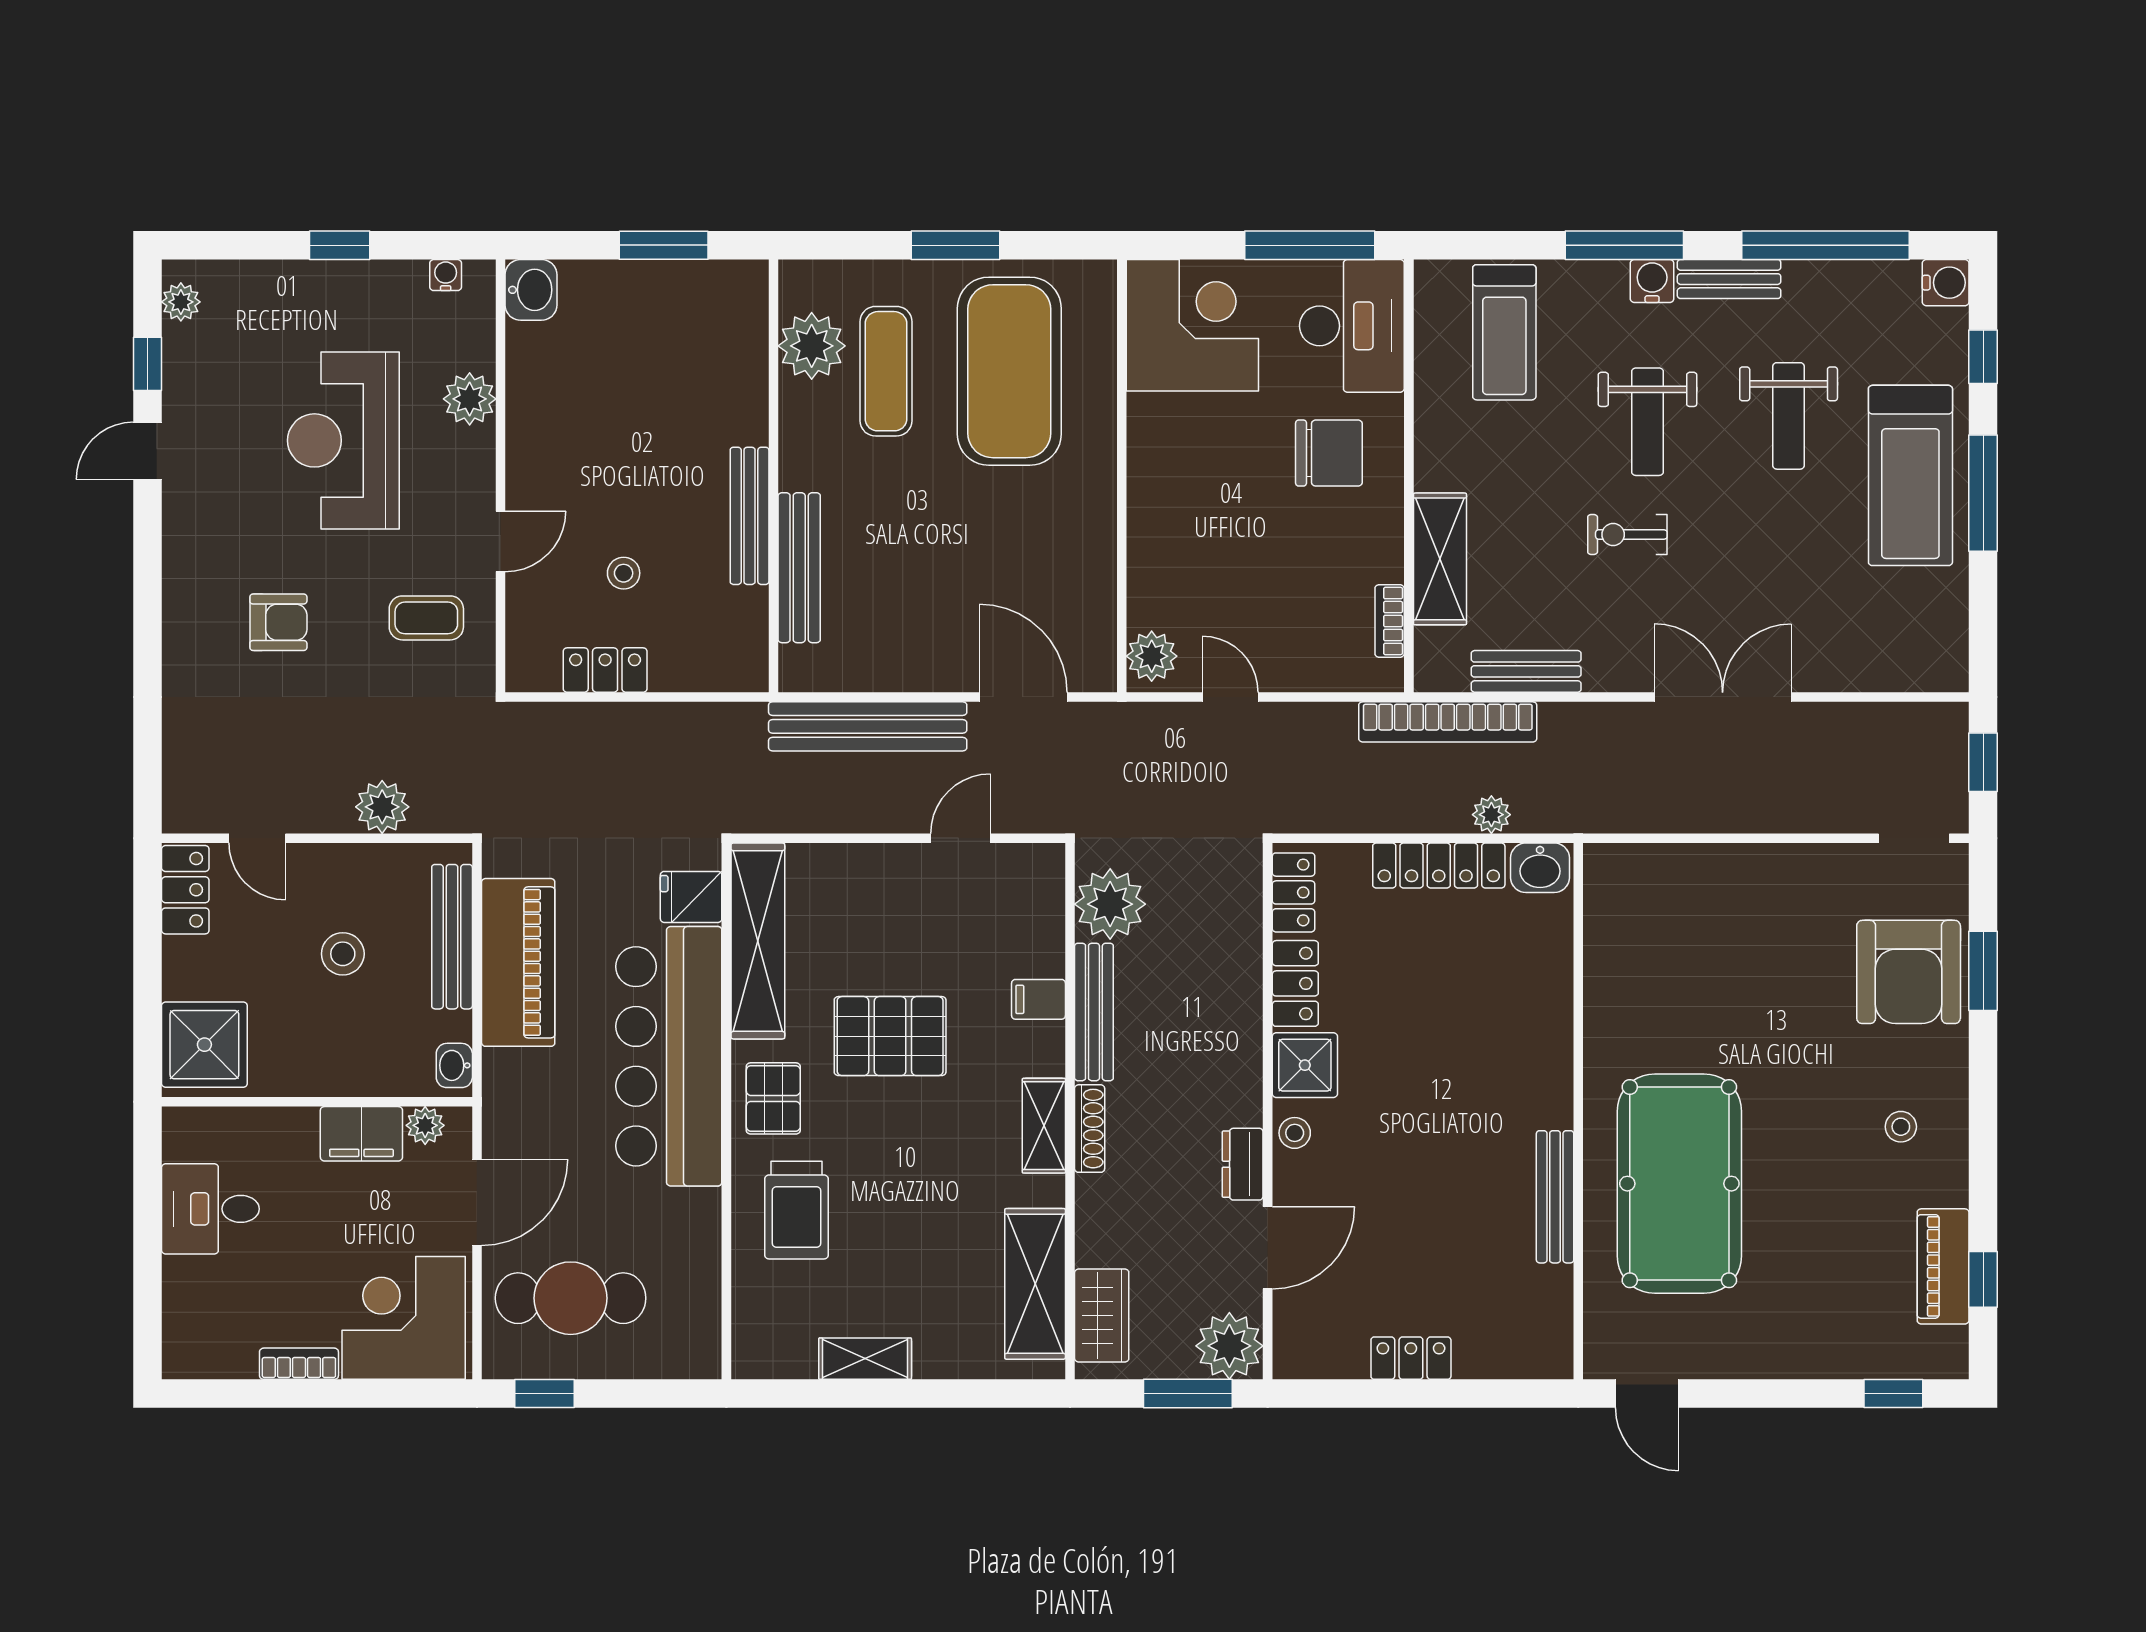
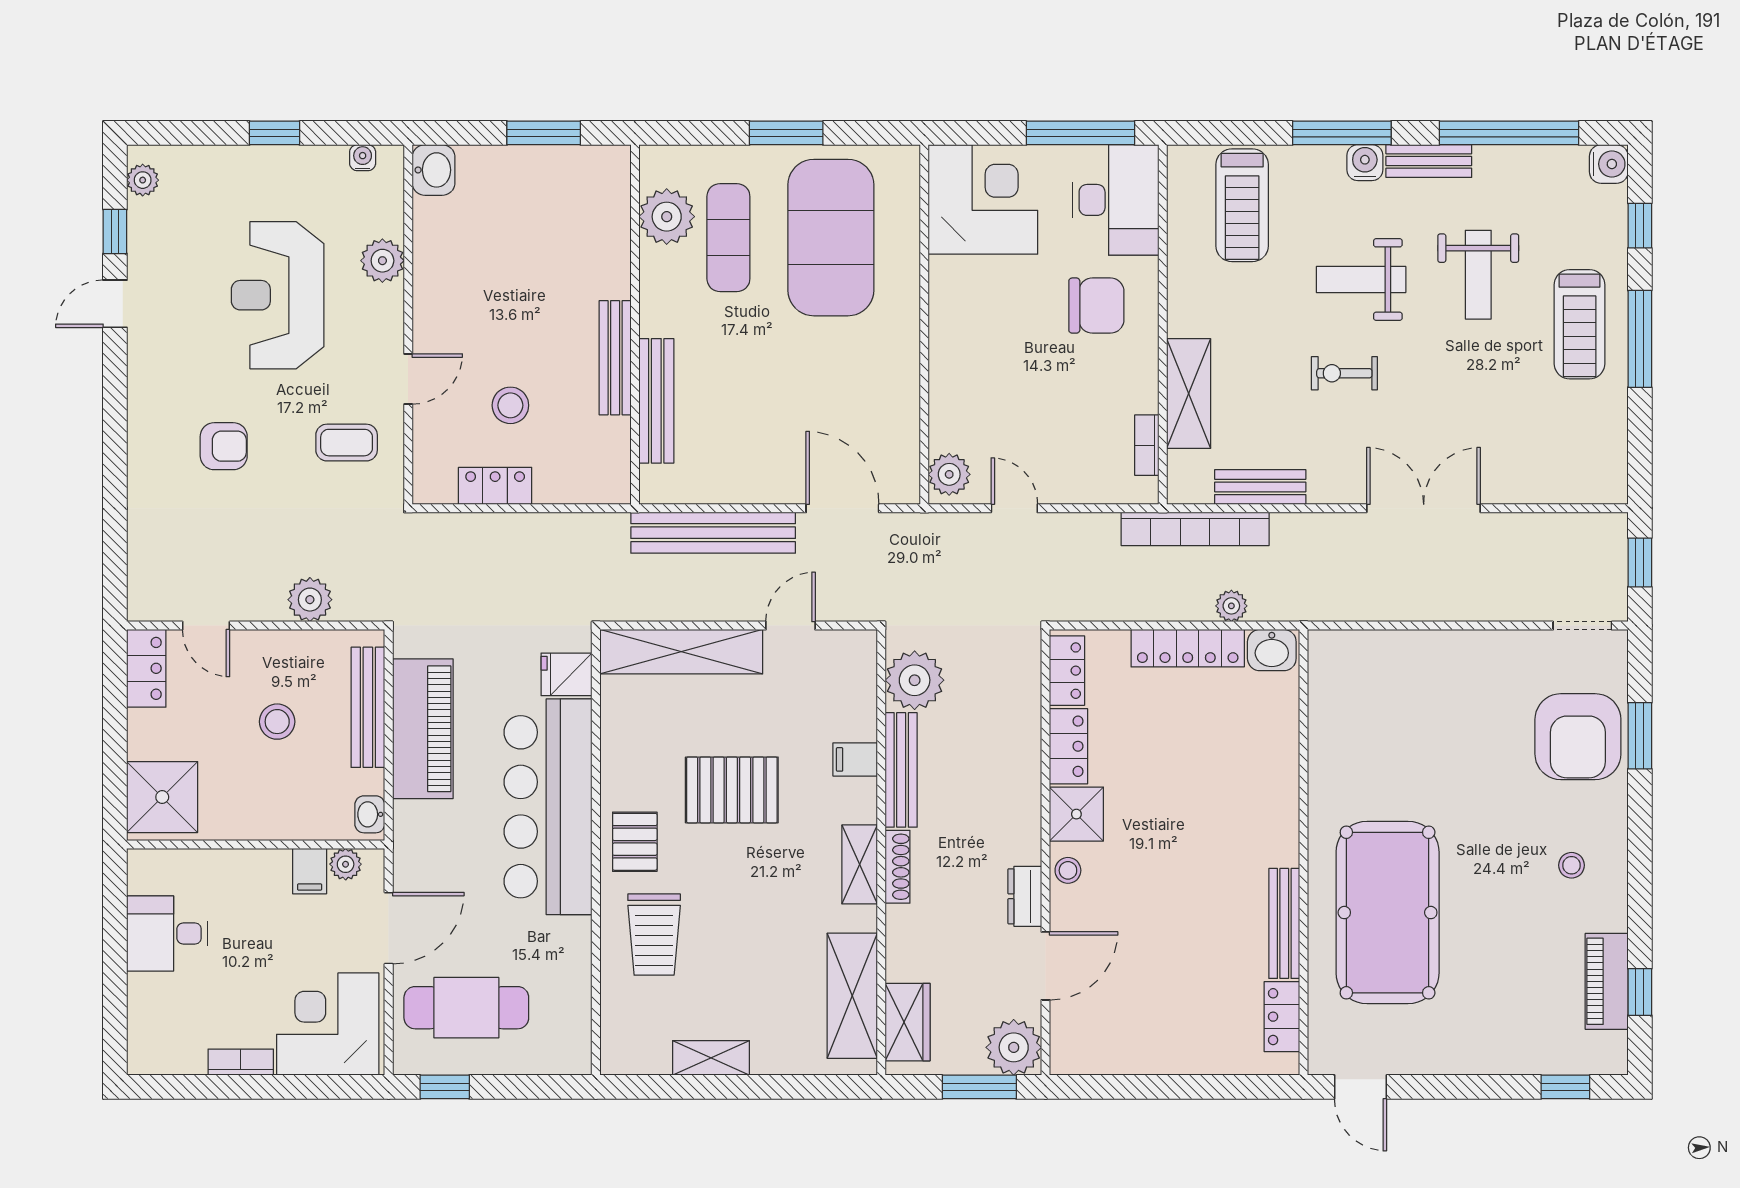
weight bench: (1647, 422) -> (1361, 280), turned 90
treadmill: (1910, 475) -> (1580, 324), width x0.73, depth x0.73
stool: (624, 573) -> (510, 405), width x1.37, depth x1.37
shelving: (758, 941) -> (681, 652), moved, turned 90
filing cabinet: (361, 1134) -> (310, 871), width x0.50
locker: (1411, 1358) -> (1282, 1017), moved, turned -90

